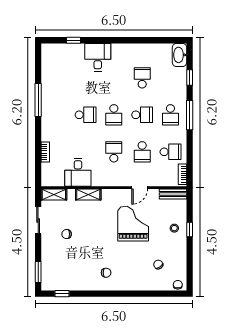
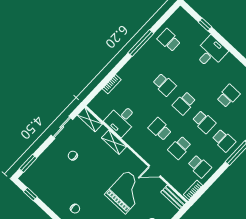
school desk: (57, 78) -> (169, 40), added
school desk: (170, 115) -> (224, 140), turned -90
school desk: (114, 152) -> (160, 129), turned -90

